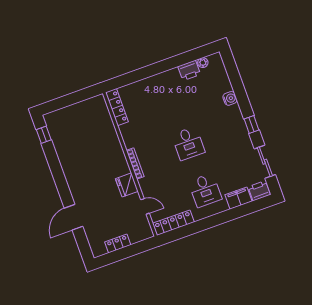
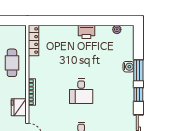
printer: (189, 70) -> (86, 32), moved
window: (242, 99) -> (138, 70), added
cafe table: (102, 140) -> (12, 63), added

